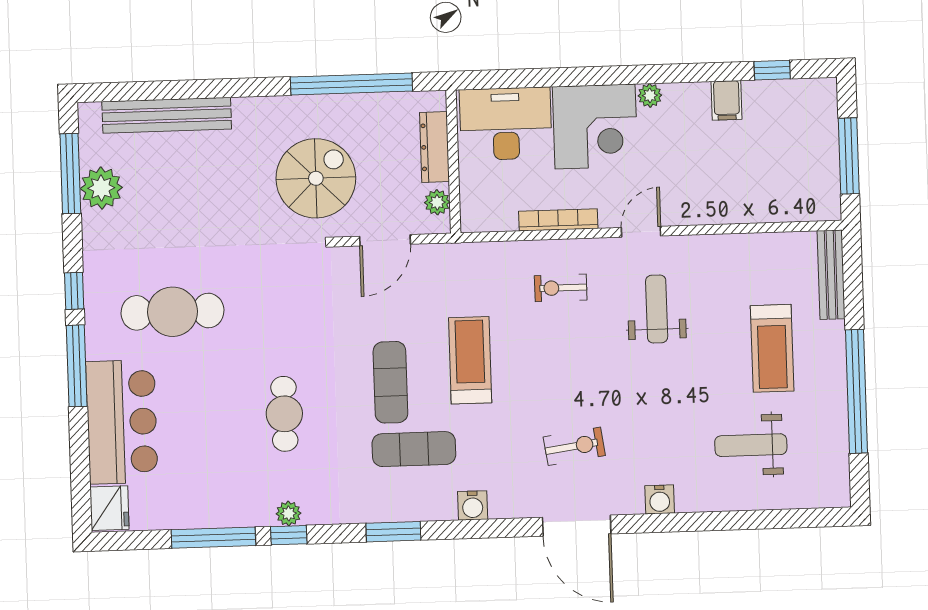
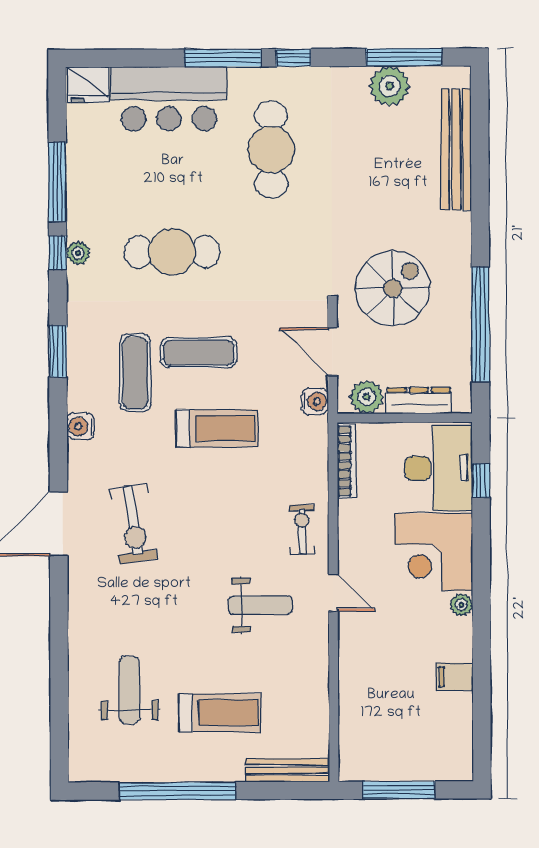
window: (772, 70) -> (481, 481), moved
spiral stairs: (316, 178) -> (393, 288), turned -90
plant: (437, 202) -> (367, 397), width x1.38, depth x1.38
bookcase: (558, 220) -> (347, 461), moved
exercise bike: (561, 288) -> (302, 529), moved
treadmill: (772, 348) -> (220, 713), turned 180
cafe table: (284, 414) -> (172, 252), width x1.37, depth x1.35
exercise bike: (574, 446) -> (133, 524), width x1.38, depth x1.39
water cooler: (660, 499) -> (315, 401), moved, turned 180

